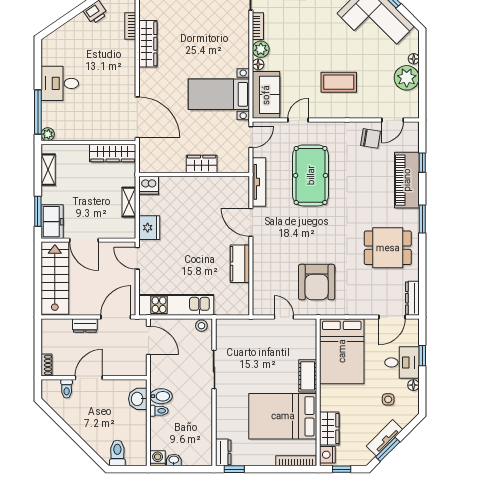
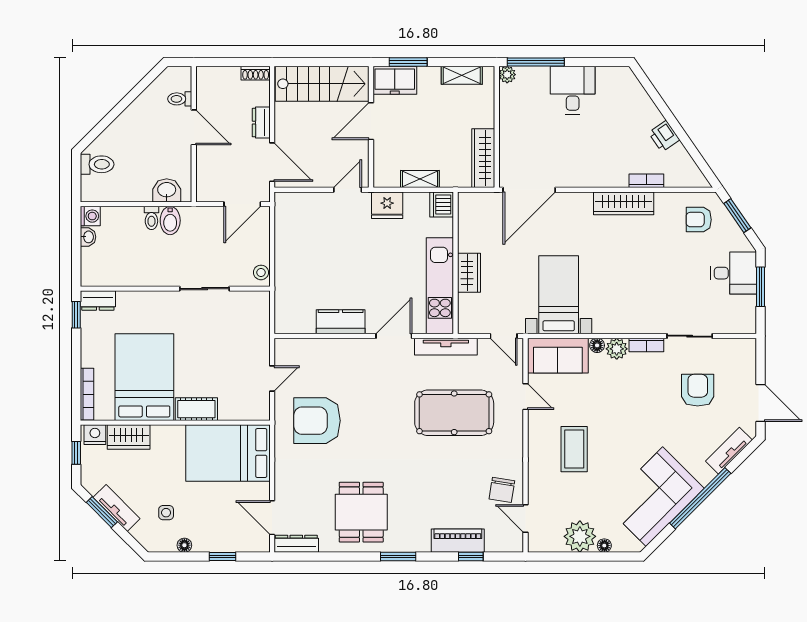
piano: (407, 180) -> (458, 541), width x0.73, depth x0.75
kitchen unit: (176, 305) -> (440, 286), moved, turned 180
desk: (402, 362) -> (214, 530), removed
shoe rack: (47, 365) -> (256, 73), moved

